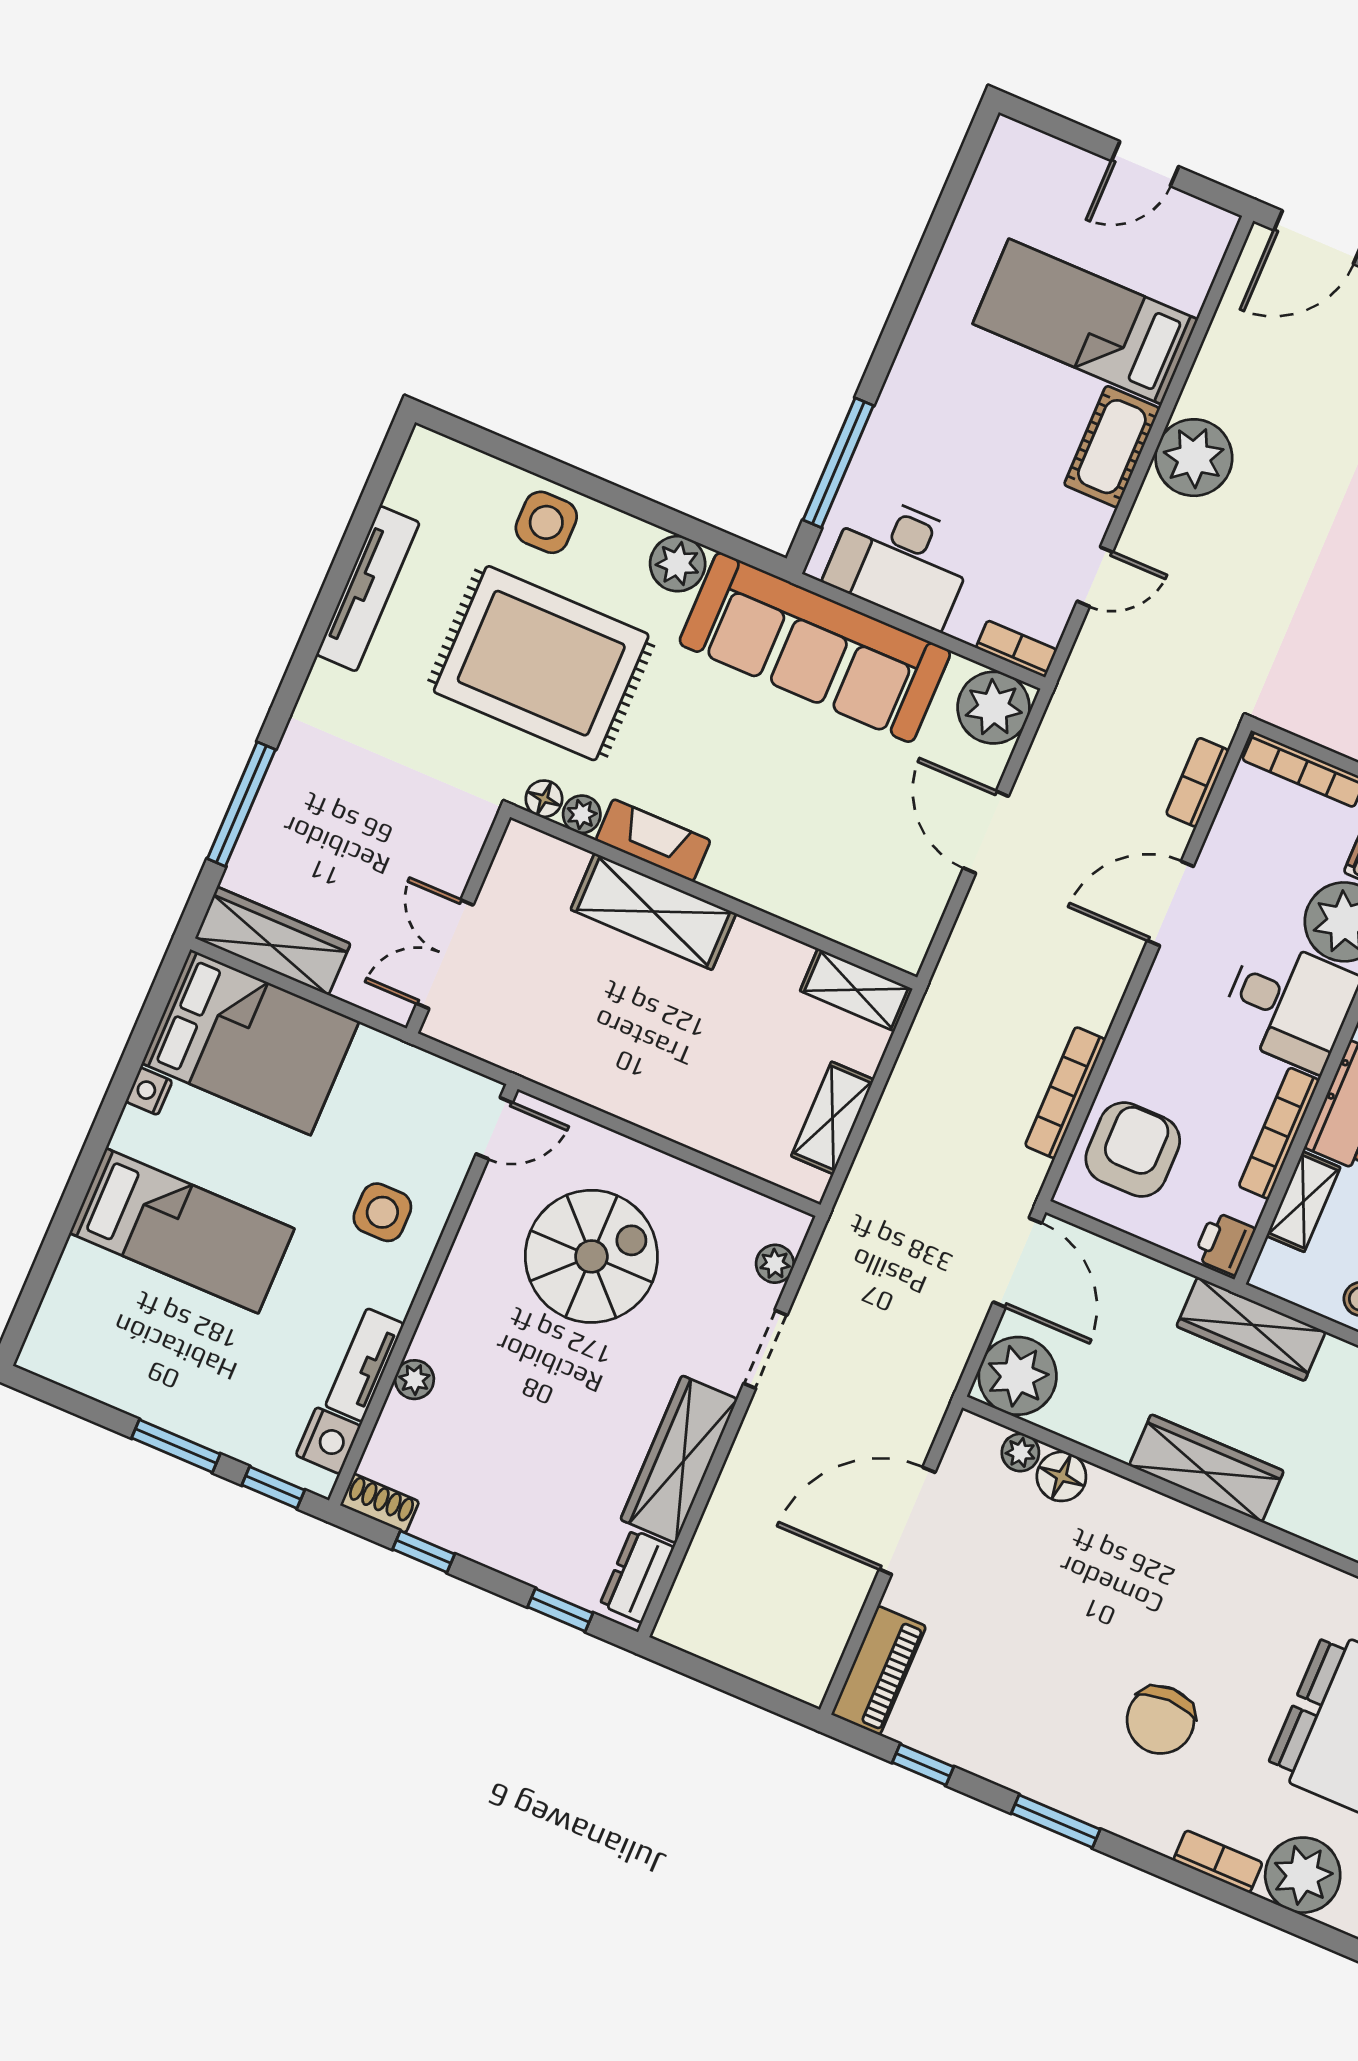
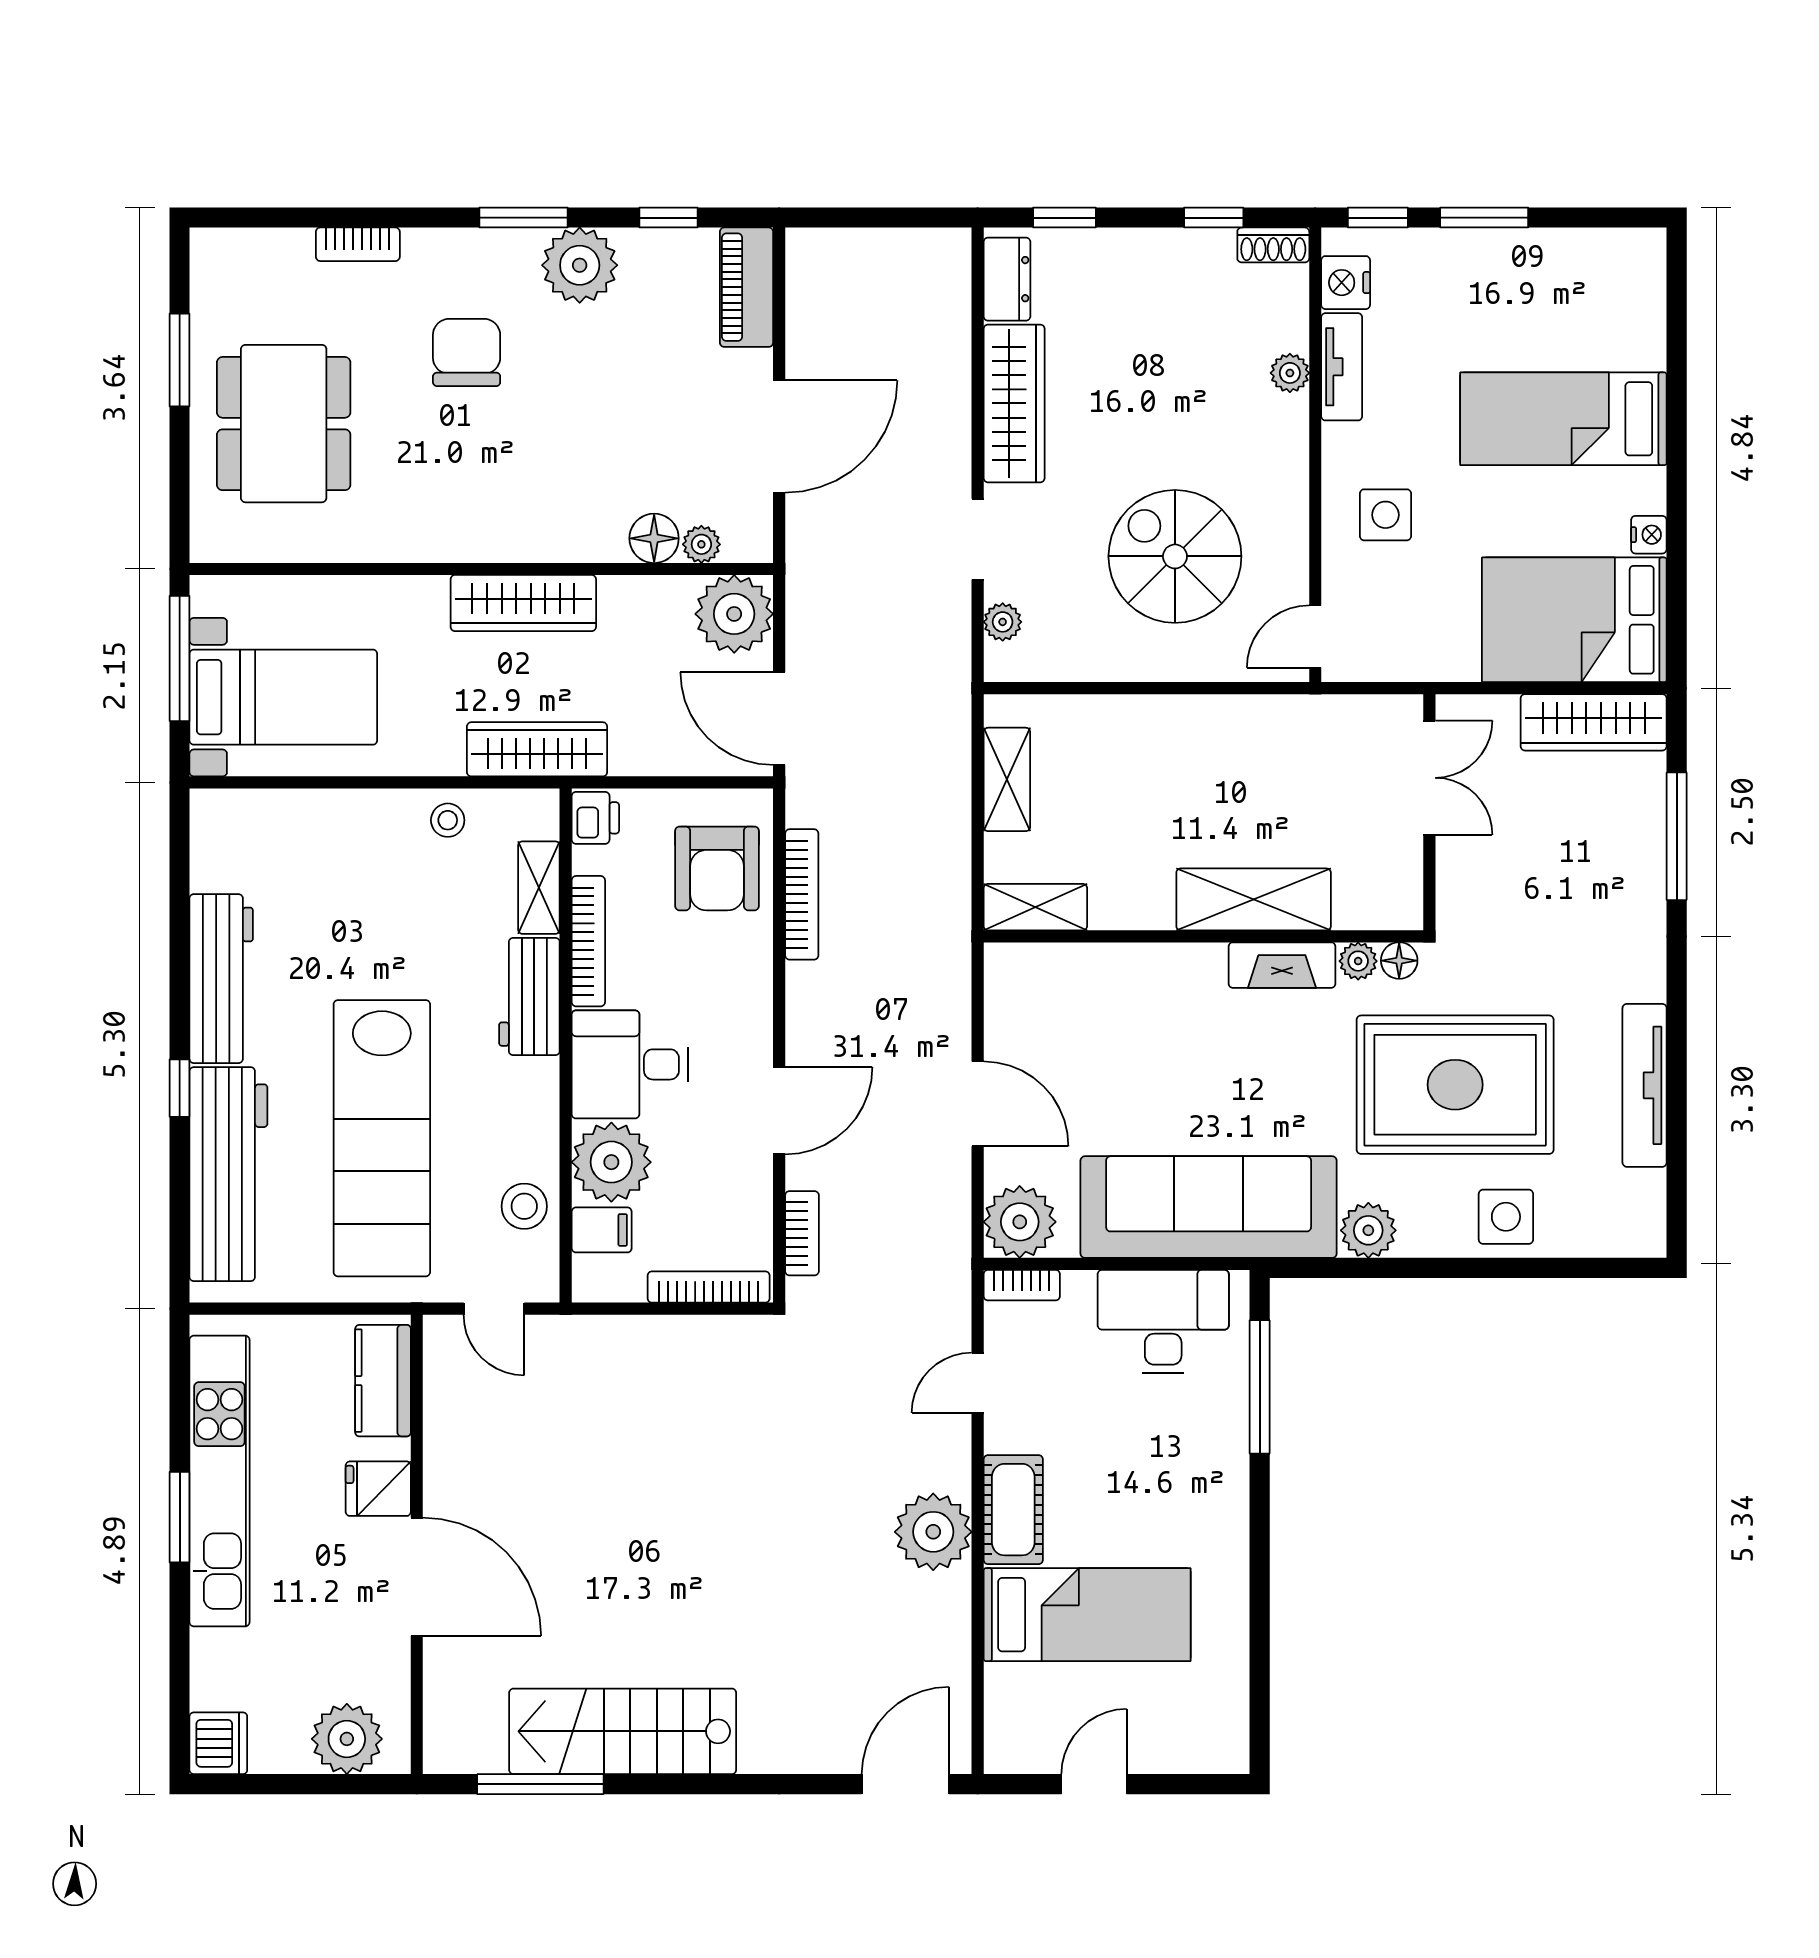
spiral stairs: (591, 1256) -> (1175, 556), turned 90
plant: (1303, 1875) -> (580, 265), moved

